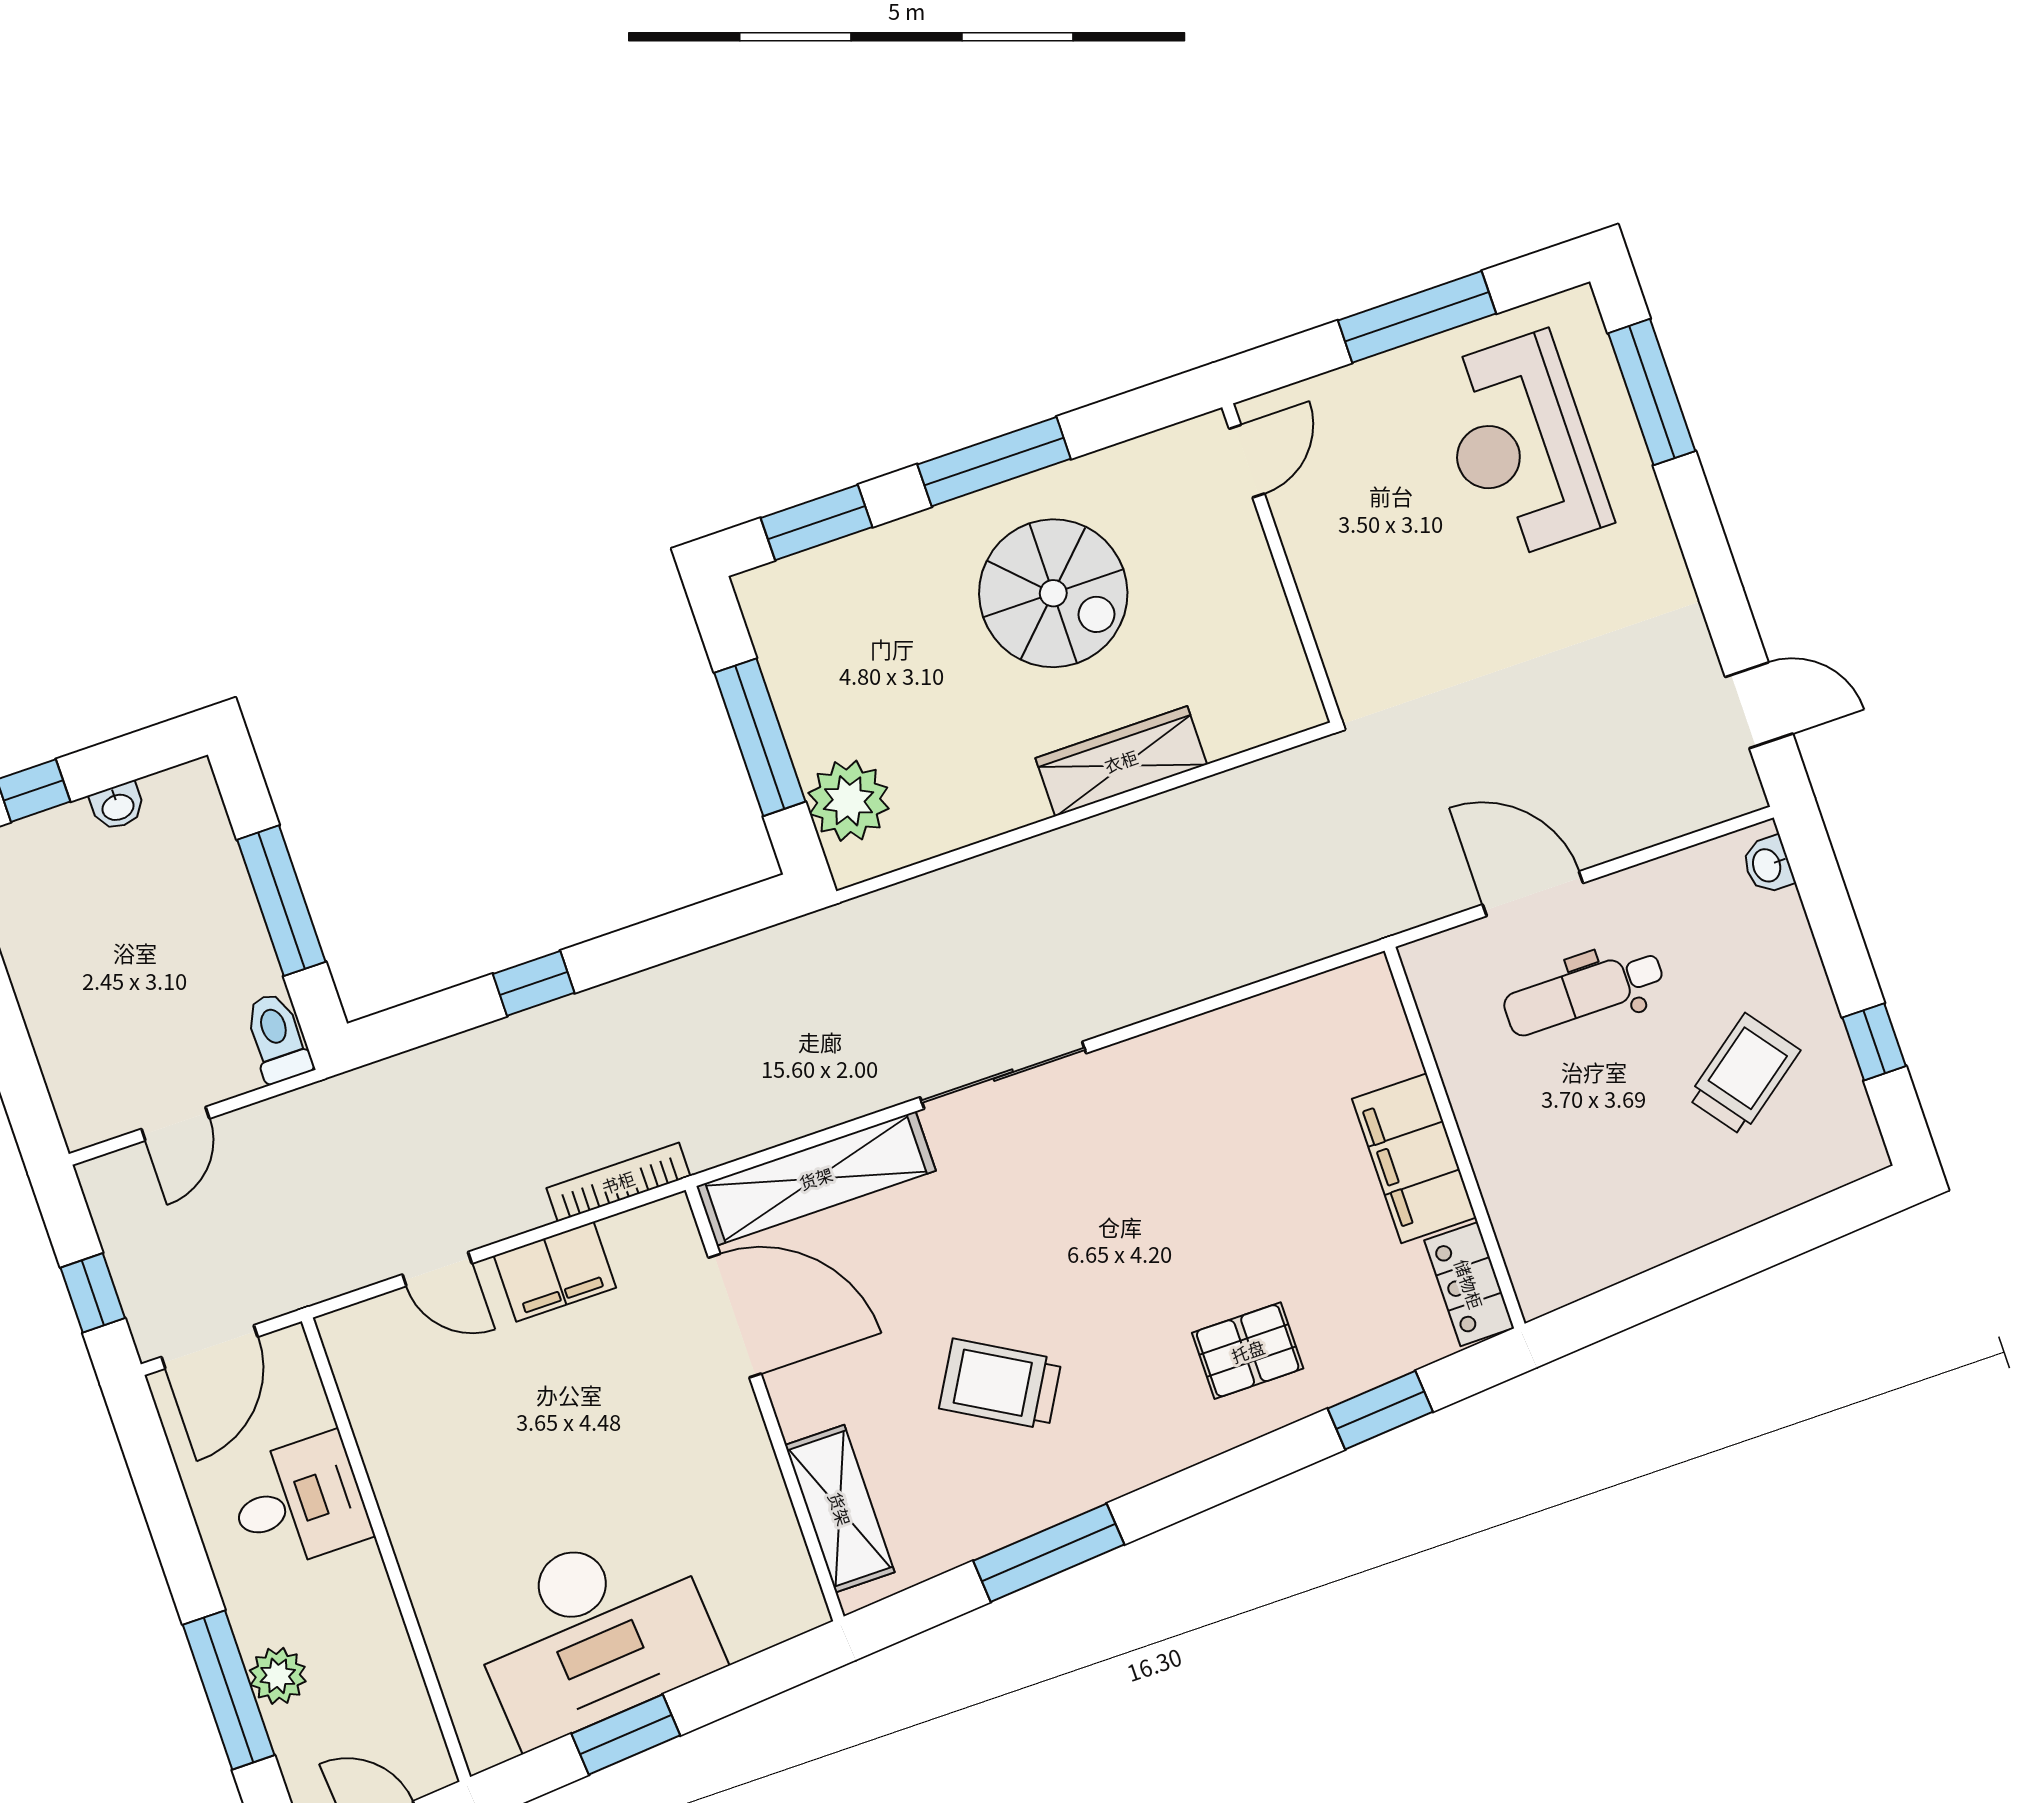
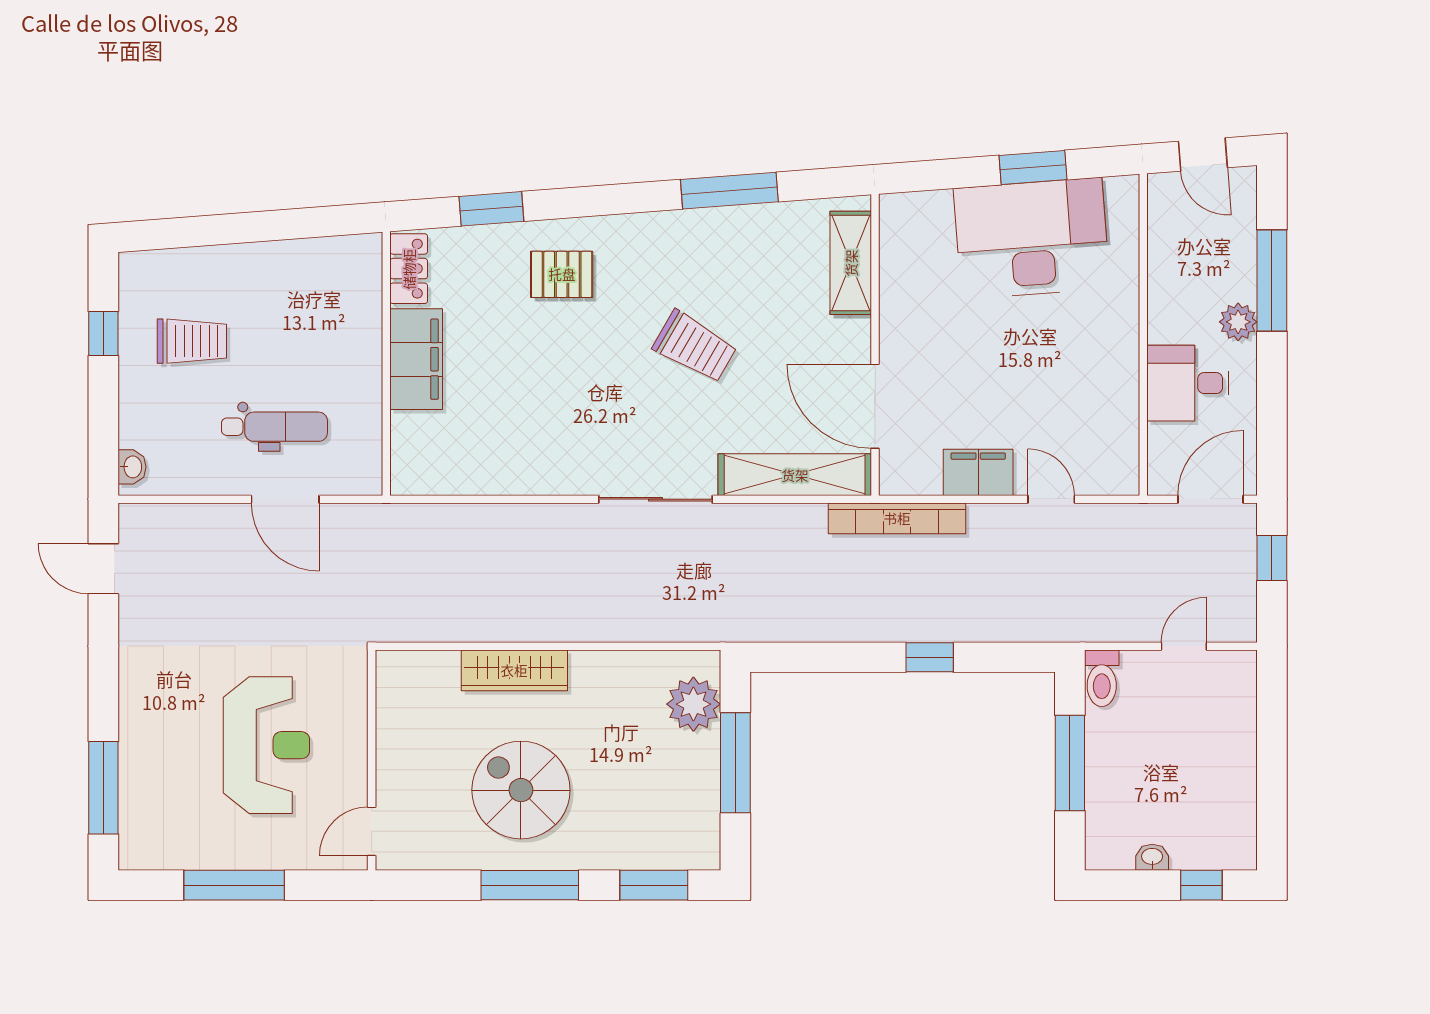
reception desk: (1521, 446) -> (266, 745), moved
trolley: (1744, 1074) -> (192, 341), turned -143
bookcase: (618, 1182) -> (897, 518), width x1.48, depth x1.31
trolley: (1000, 1384) -> (695, 347), moved
plant: (278, 1676) -> (1238, 322), moved

